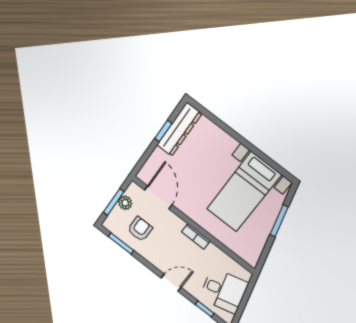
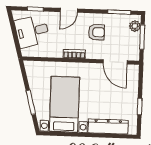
dresser: (179, 130) -> (108, 127), moved, turned 90
plant: (125, 203) -> (135, 26), moved
armchair: (140, 229) -> (96, 32), moved, turned -90

